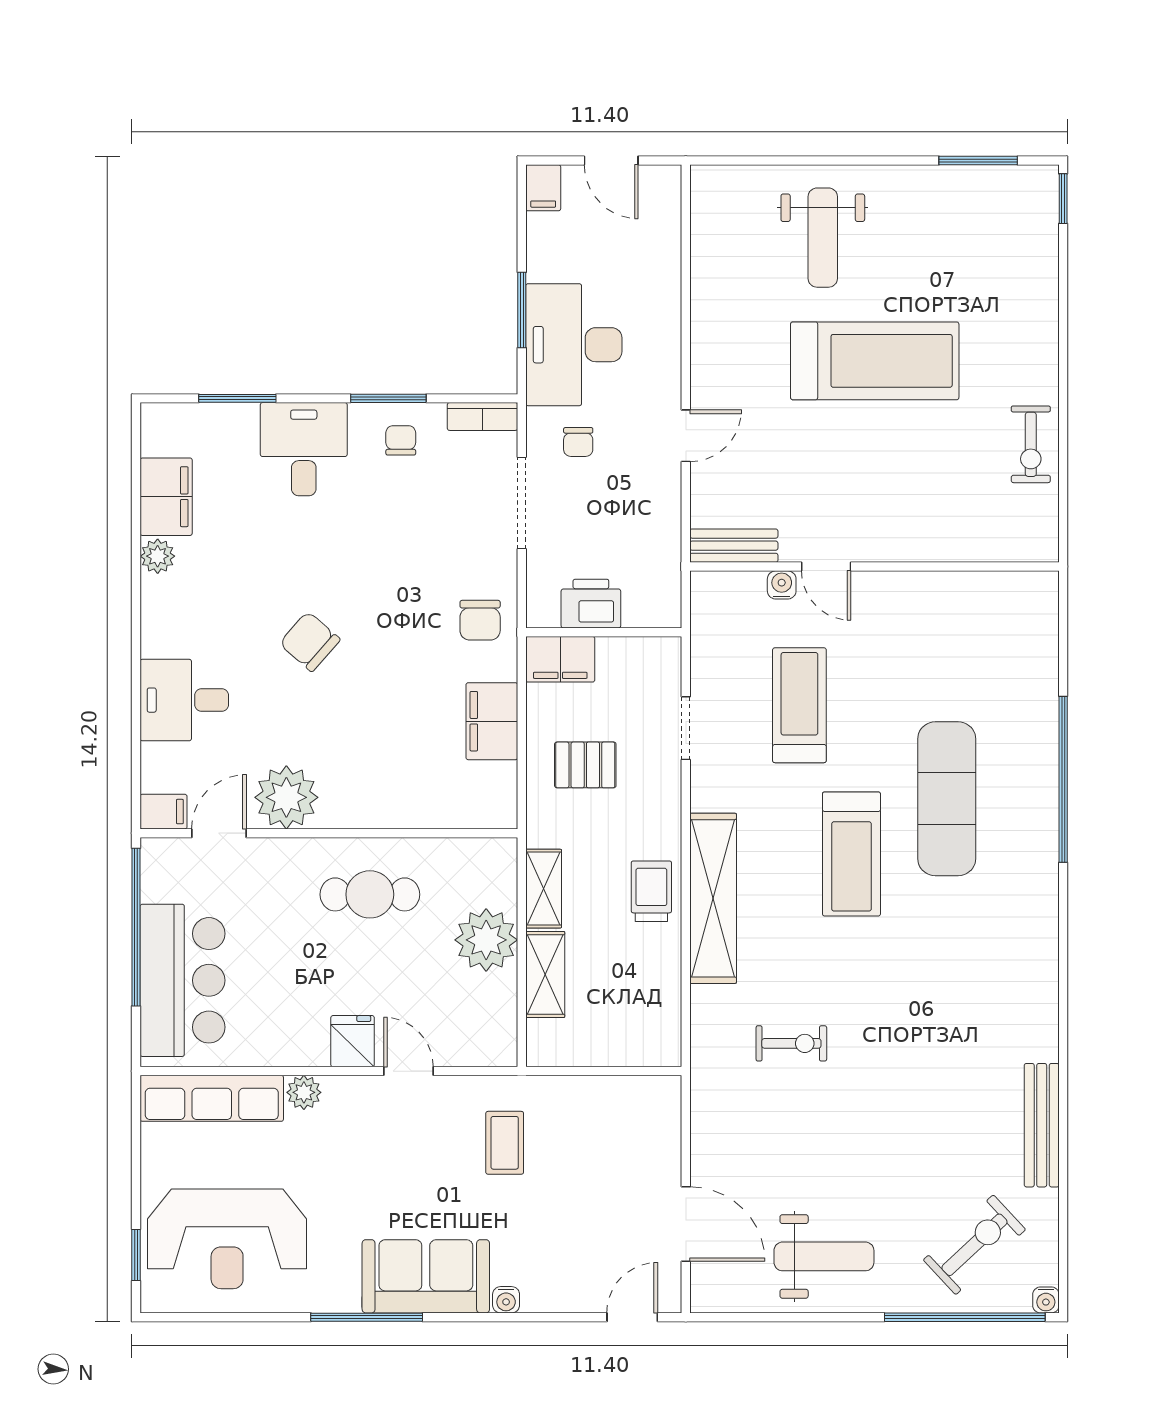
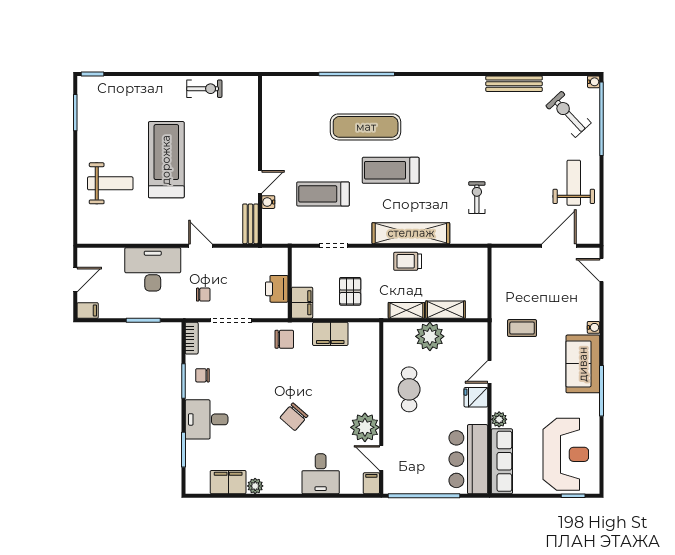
desk: (574, 345) -> (153, 269), moved, turned 180
treadmill: (851, 854) -> (391, 170), turned 180
bar counter: (183, 980) -> (468, 459), moved, turned -90

